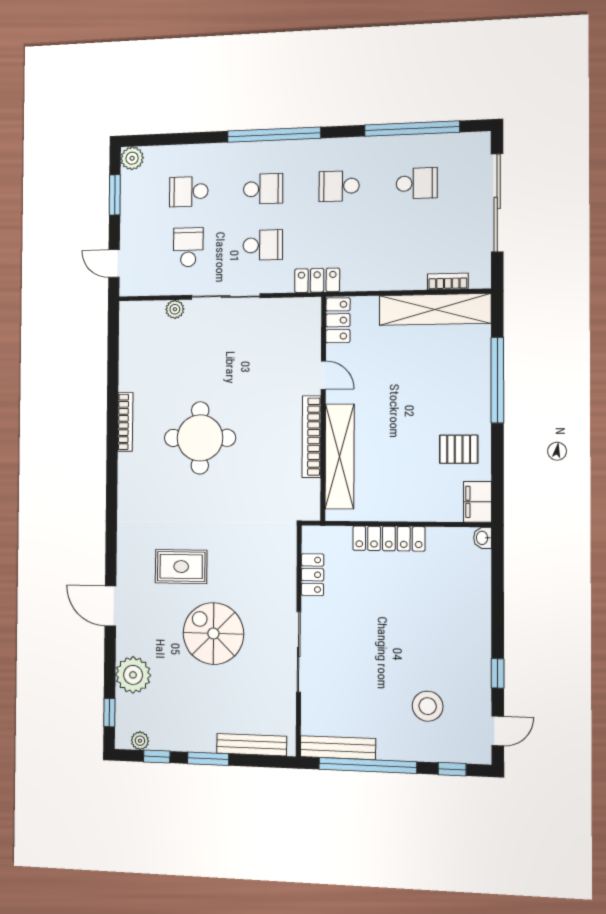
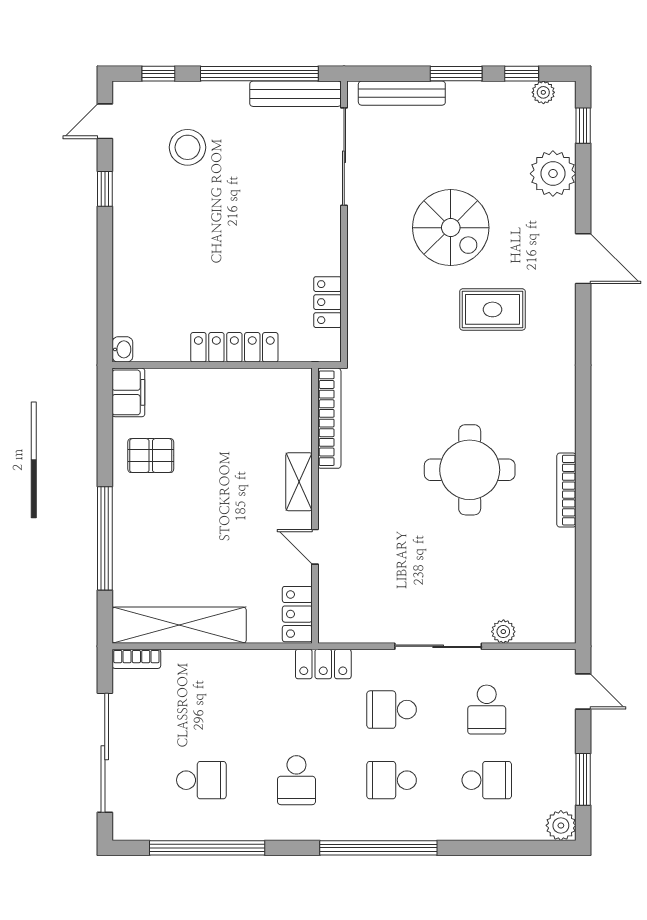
school desk: (417, 183) -> (201, 780), turned 180
school desk: (339, 186) -> (296, 780), turned 90
bookcase: (448, 281) -> (136, 659), moved
bookcase: (312, 437) -> (329, 418), moved
shelving: (340, 456) -> (299, 482), width x0.45, depth x0.75
sliding door: (299, 652) -> (344, 157), moved

